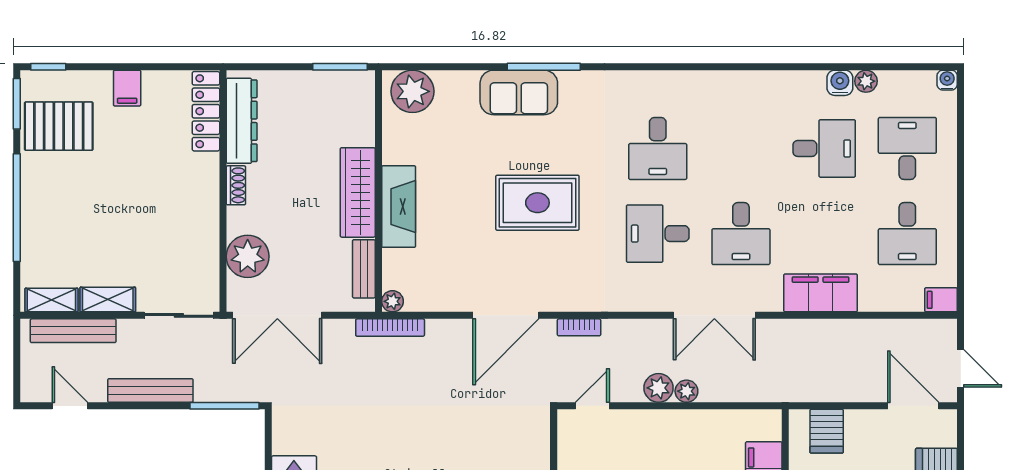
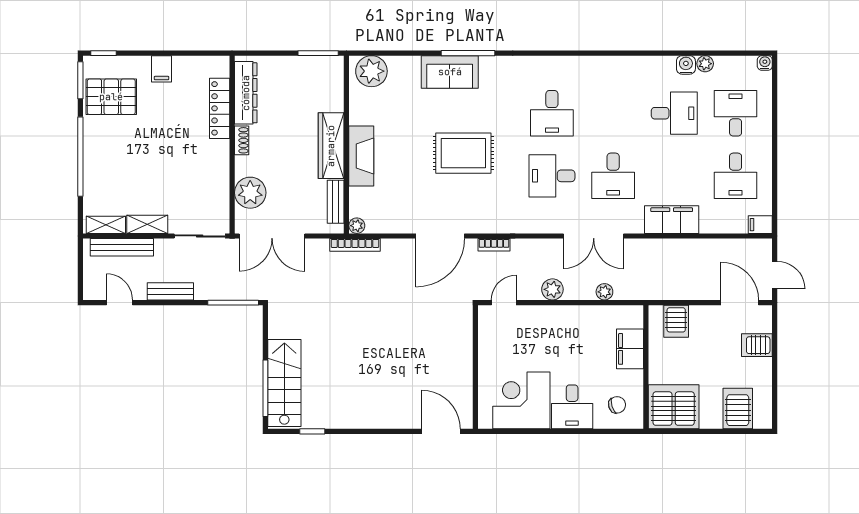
locker: (206, 111) -> (220, 108), moved
bench: (150, 390) -> (170, 291), width x0.73
plant: (686, 391) -> (604, 292), moved

